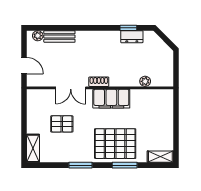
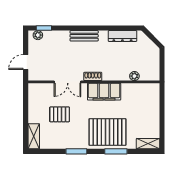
window: (128, 28) -> (44, 28), moved
bench: (59, 36) -> (84, 36), moved
dresser: (132, 37) -> (122, 36), width x1.44
door: (24, 66) -> (26, 62), swing flipped

